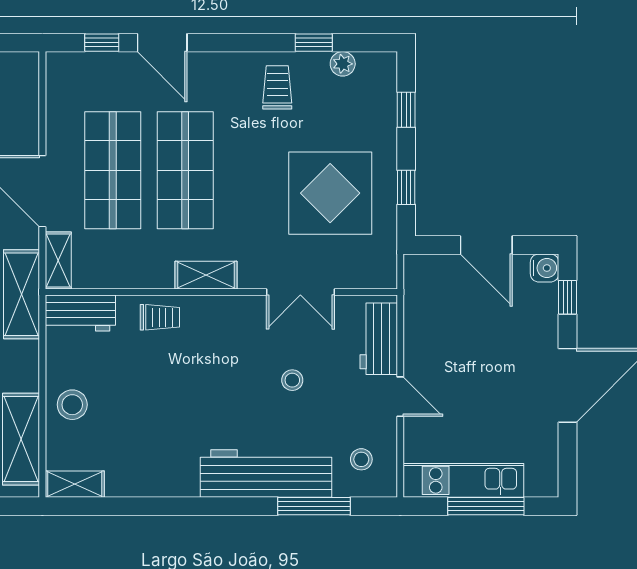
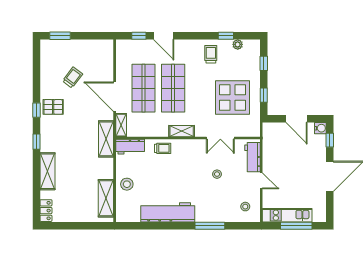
workbench: (266, 473) -> (168, 212), moved
shelving: (75, 484) -> (128, 217), removed
window: (314, 506) -> (210, 226), moved

